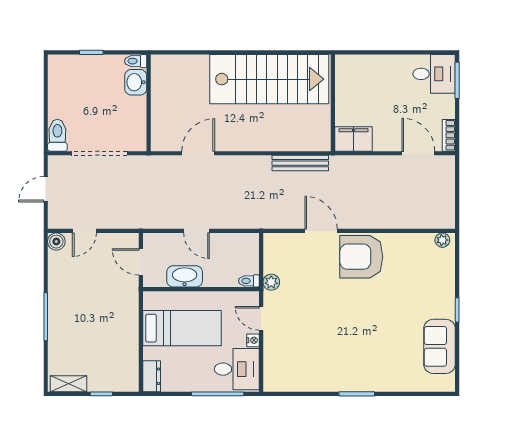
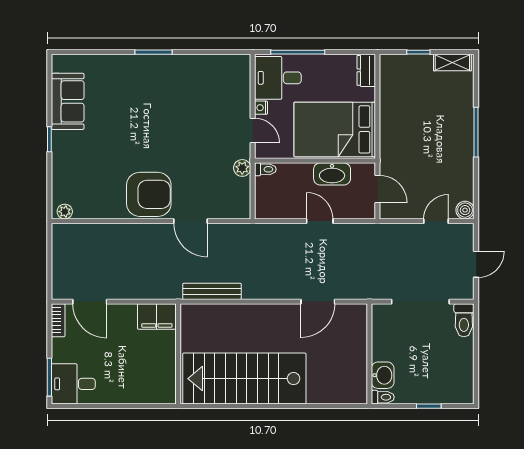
bed: (182, 328) -> (335, 129), width x1.50

